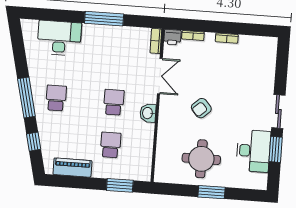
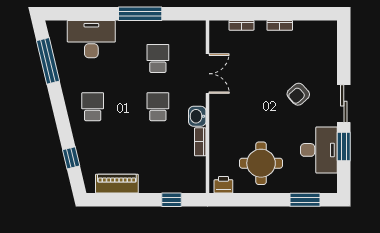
printer: (172, 37) -> (223, 185), moved, turned 180
bookcase: (156, 41) -> (200, 142), moved
window: (26, 97) -> (48, 61), moved
armchair: (201, 108) -> (298, 94), moved
school desk: (111, 145) -> (158, 58), moved
window: (120, 185) -> (172, 200), width x0.67
window: (212, 192) -> (305, 200), moved

